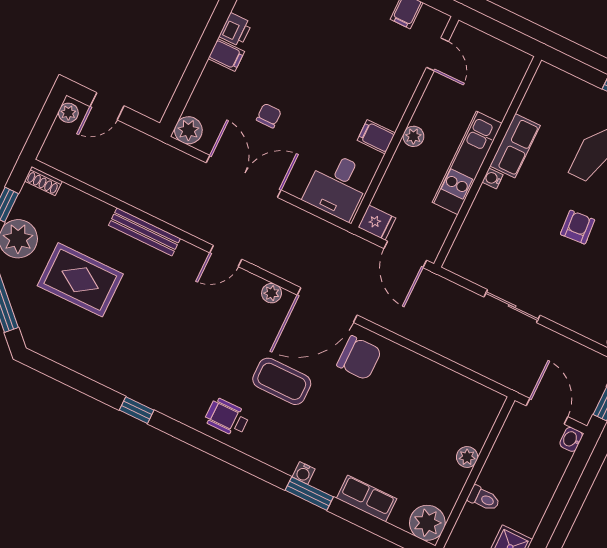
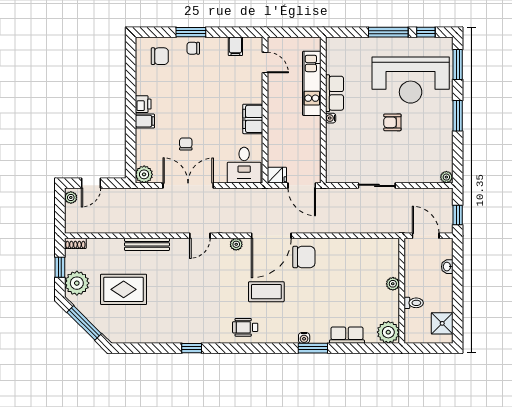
plant: (413, 136) -> (274, 116), removed
filing cabinet: (376, 137) -> (253, 119), width x2.00
kitchen unit: (467, 163) -> (312, 83), moved
armchair: (578, 227) -> (392, 122), turned -86
washbasin: (571, 439) -> (447, 267), moved

